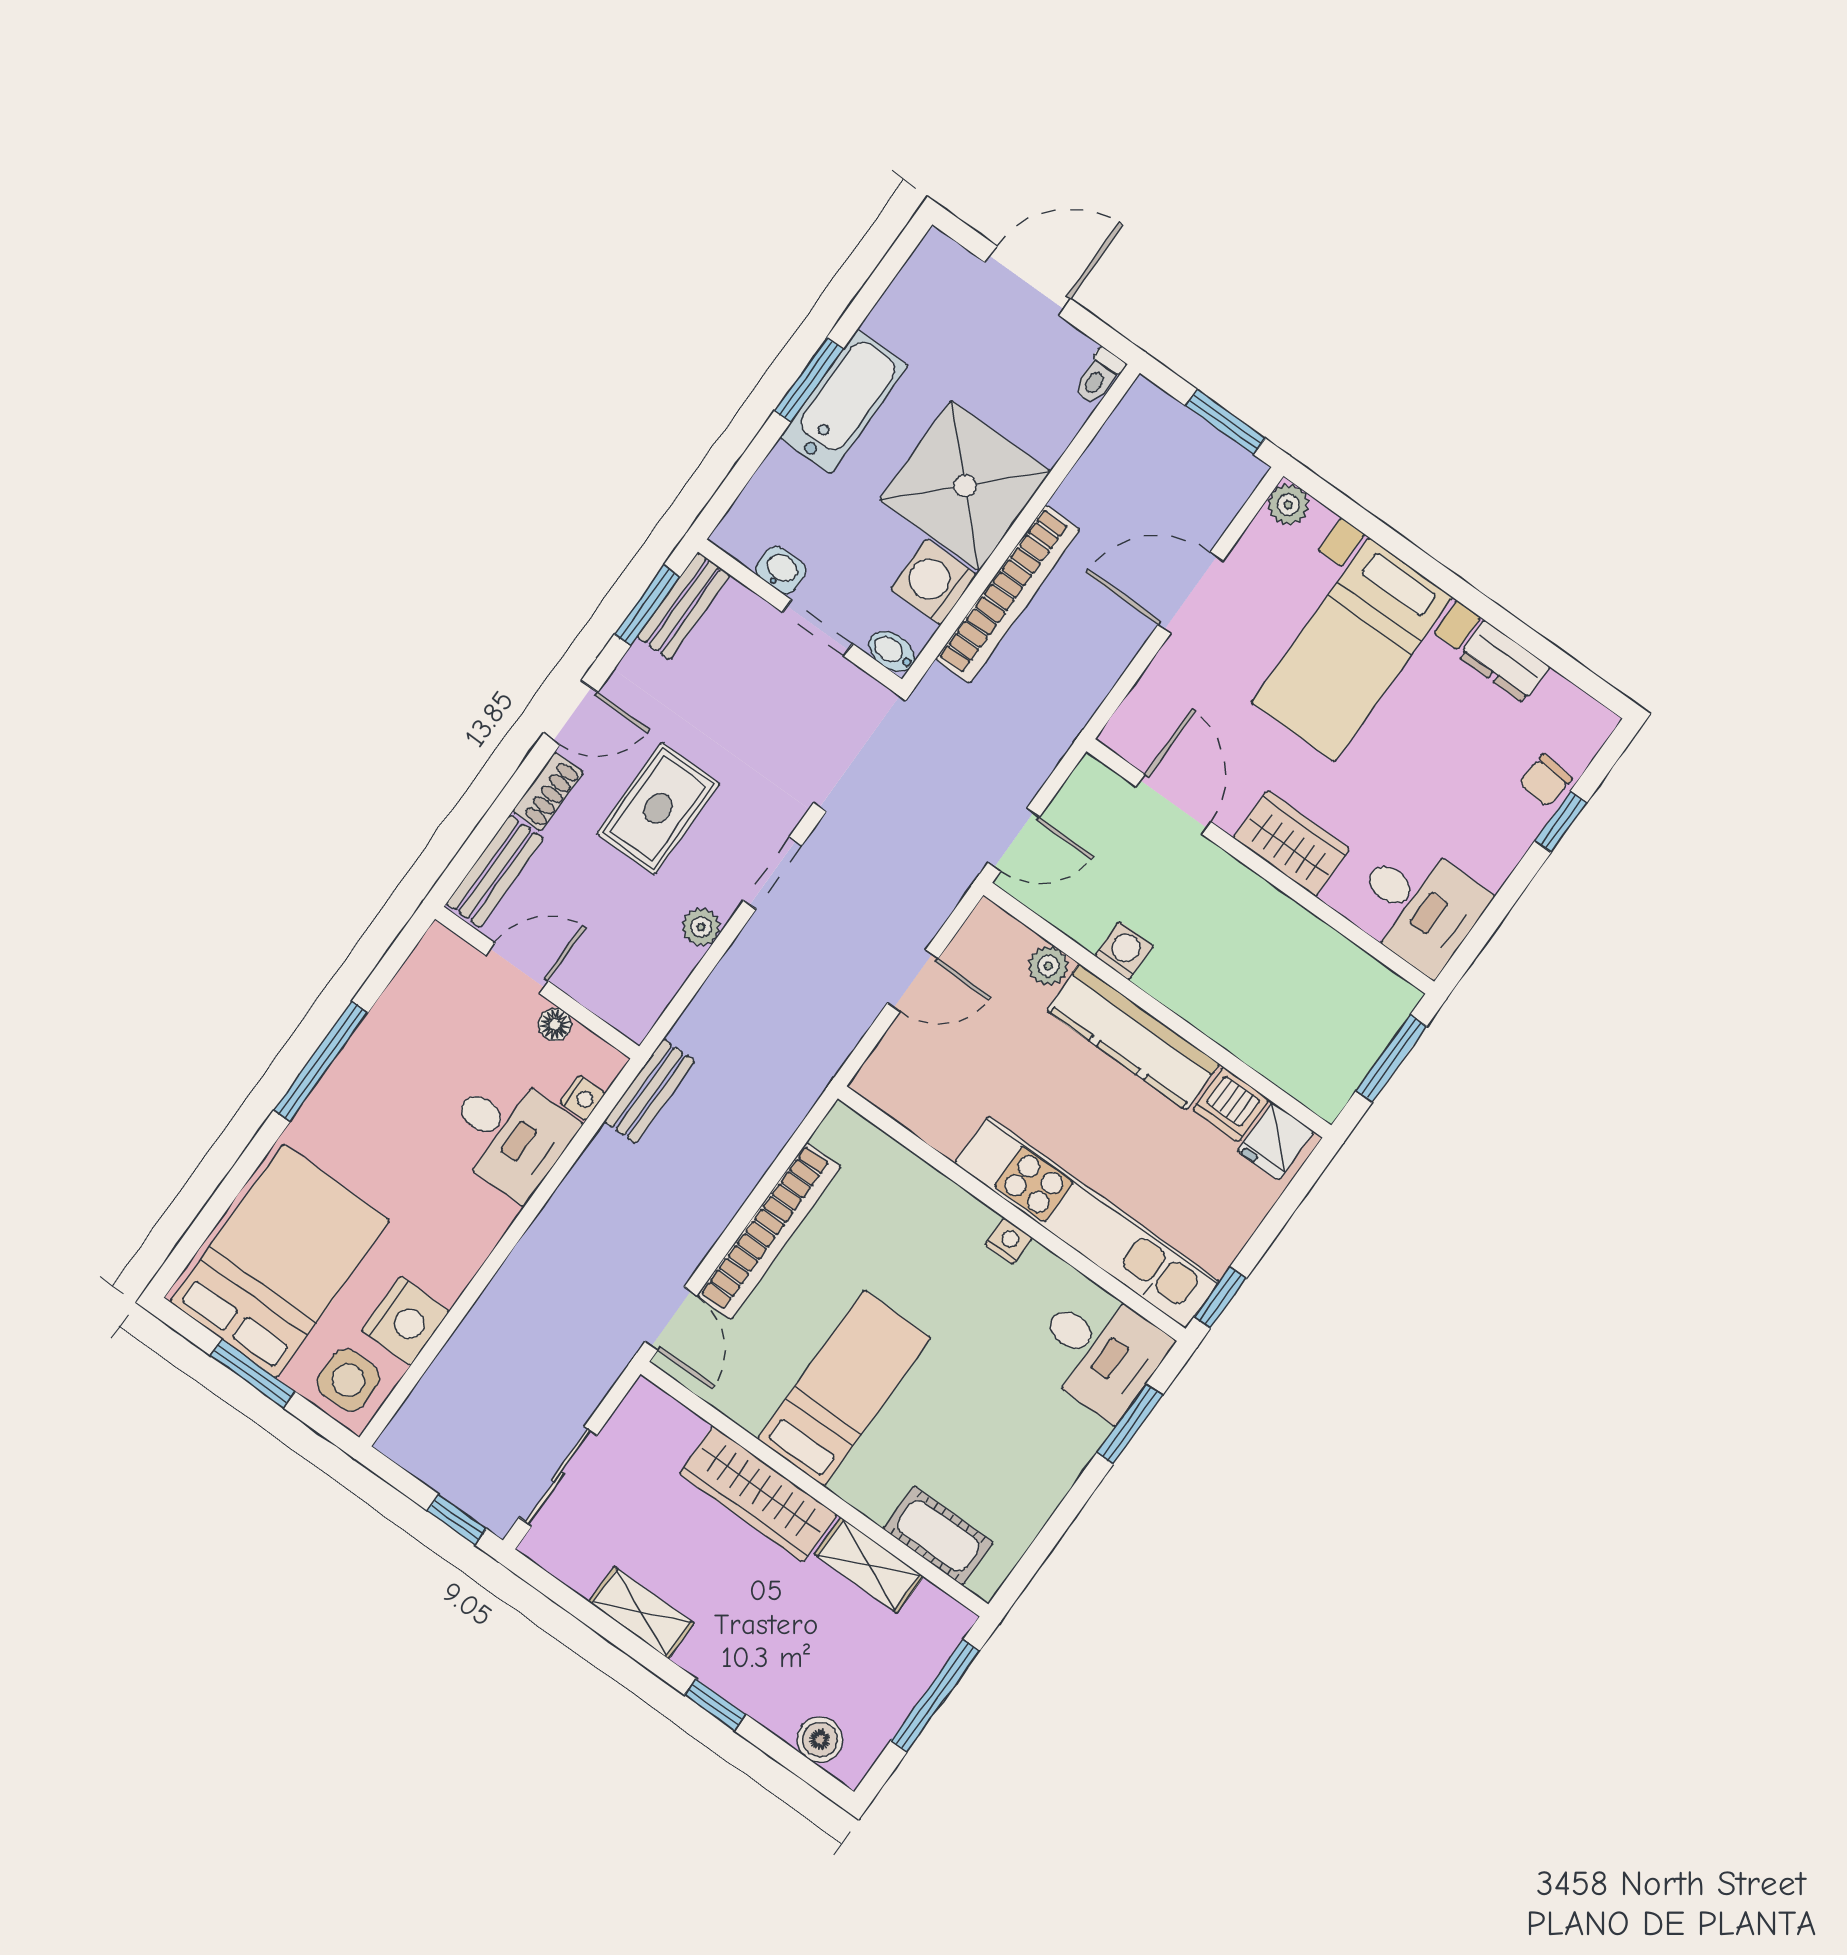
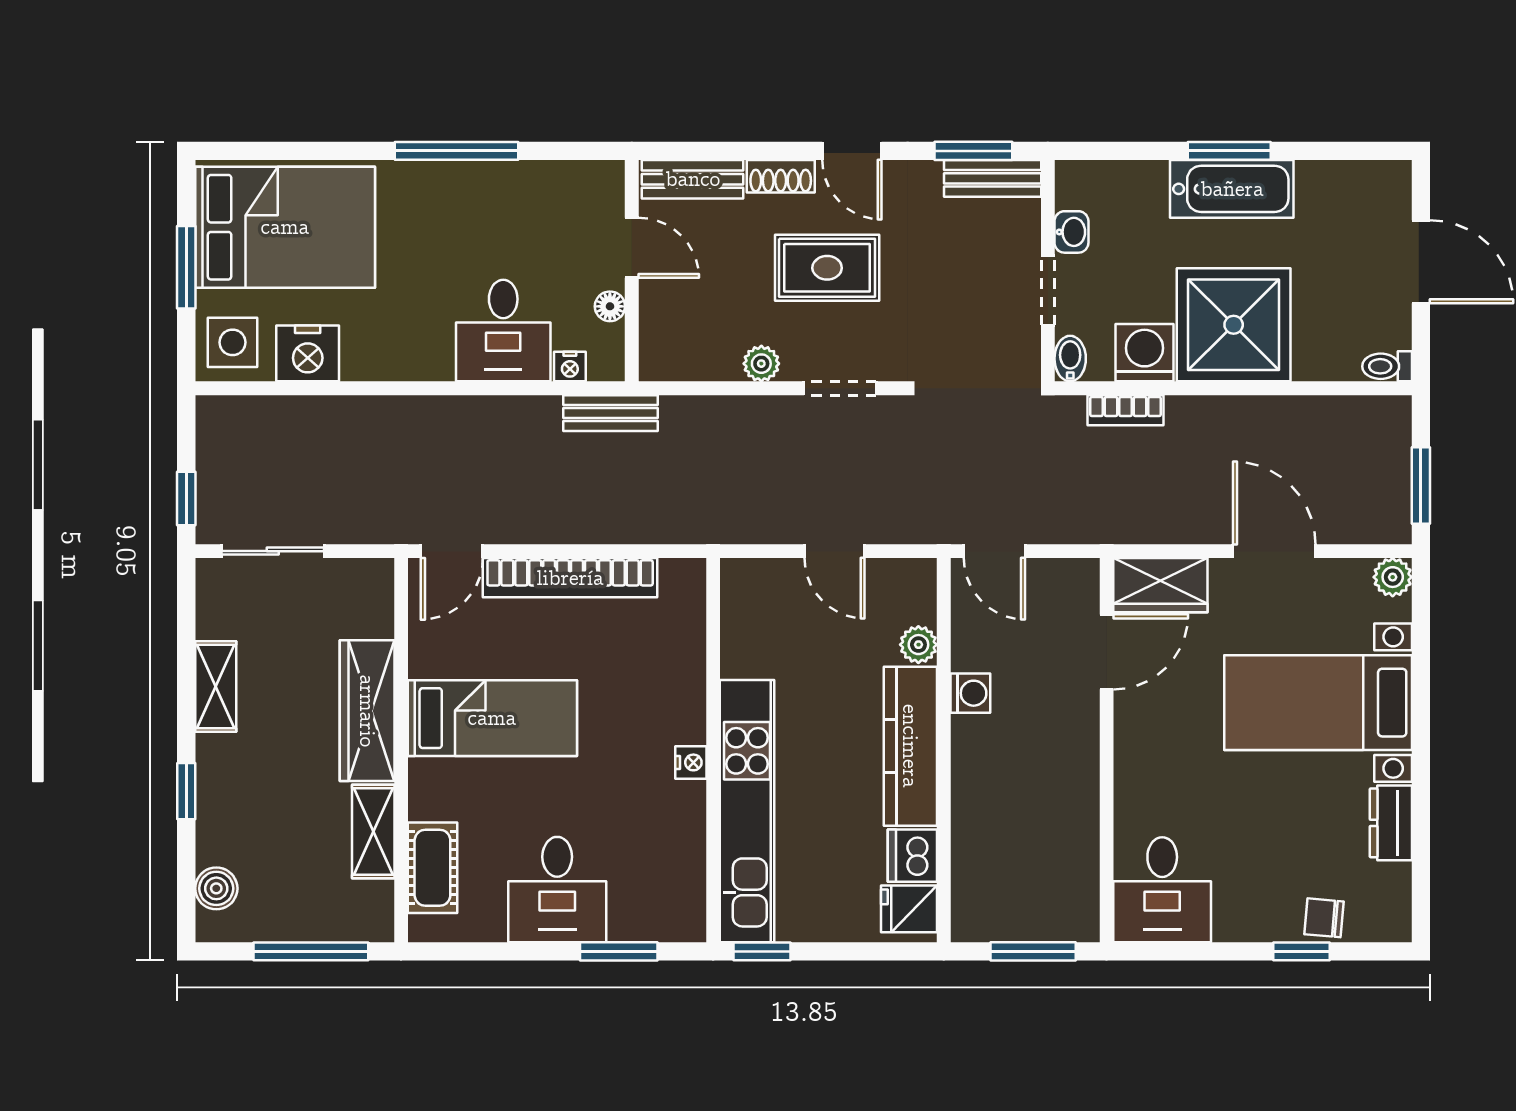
bookcase: (1008, 594) -> (1126, 410), width x0.43, depth x0.76
wardrobe: (1292, 843) -> (1160, 585), moved, turned 90
desk: (1100, 1351) -> (557, 890), moved

